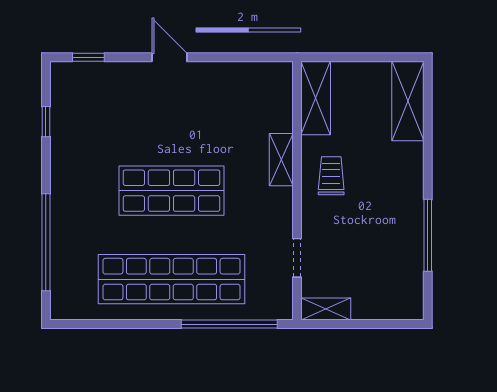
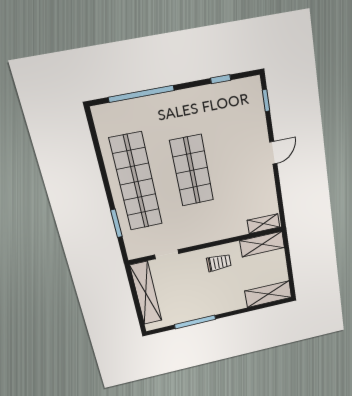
shelving: (281, 160) -> (264, 224), moved
shelving: (326, 309) -> (146, 293), width x2.20, depth x1.33
window: (229, 324) -> (116, 223), width x0.47

